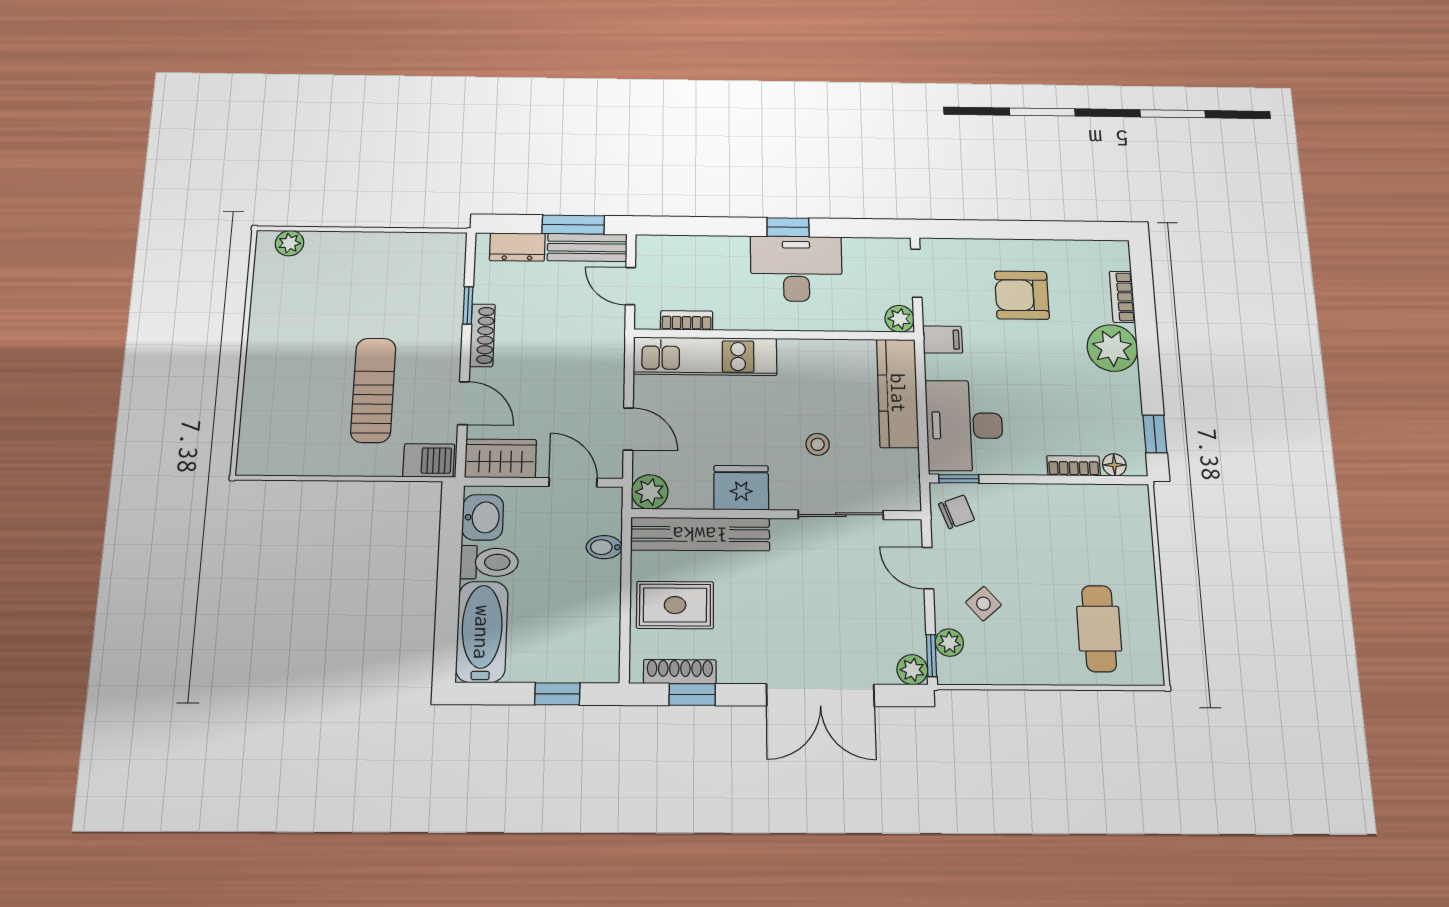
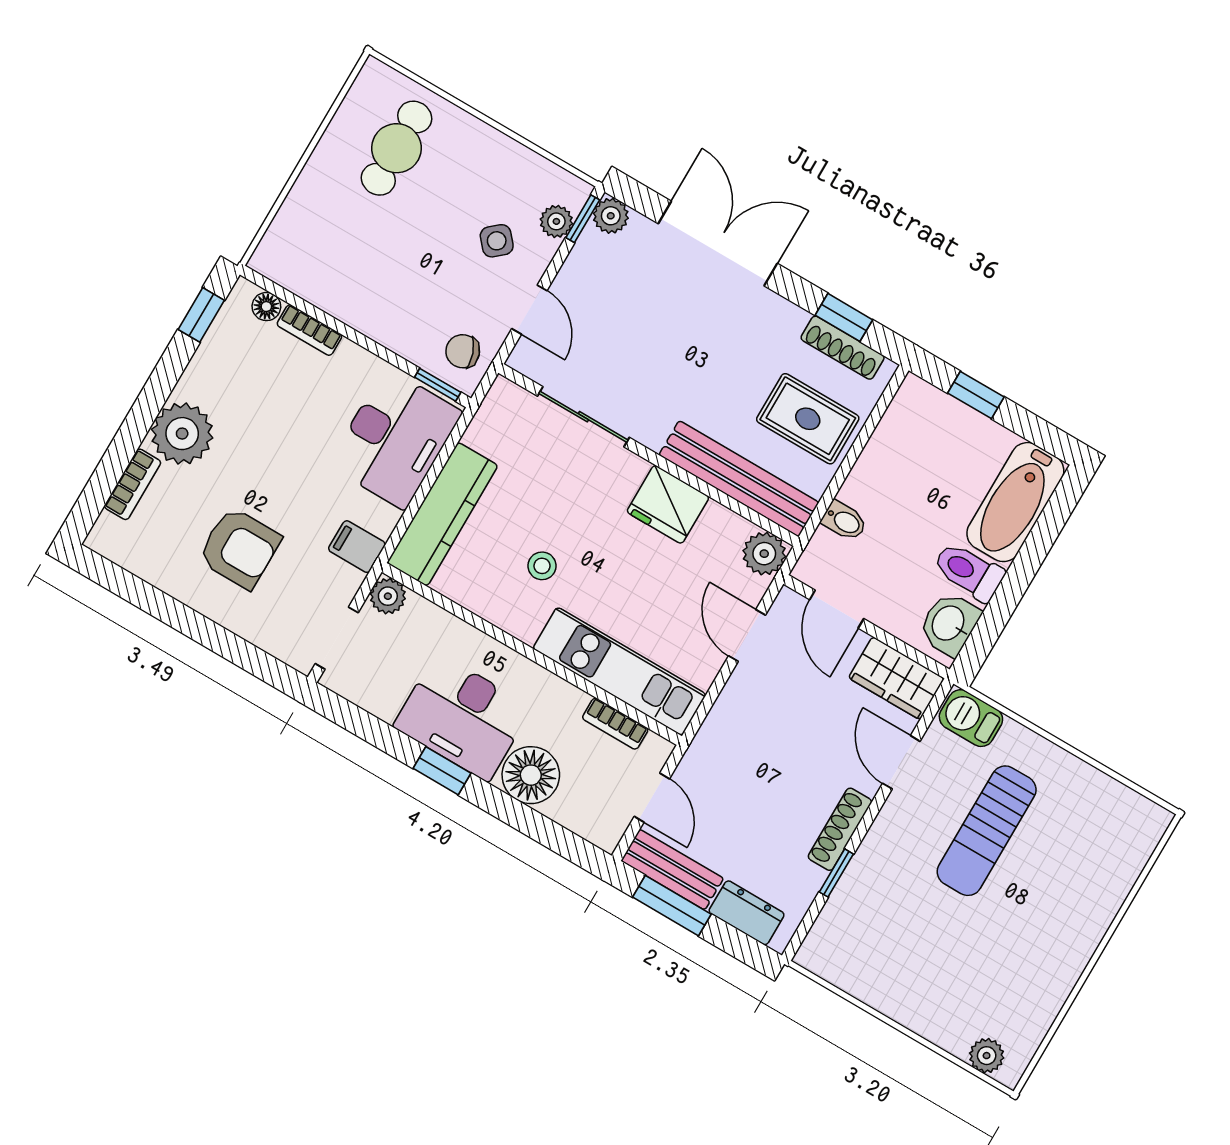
floor lamp: (725, 256) -> (531, 775), added
stool: (818, 444) -> (542, 566), moved

